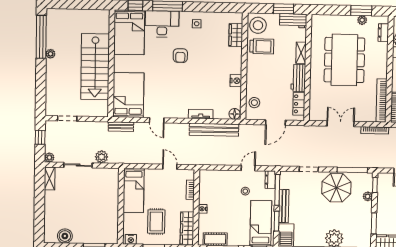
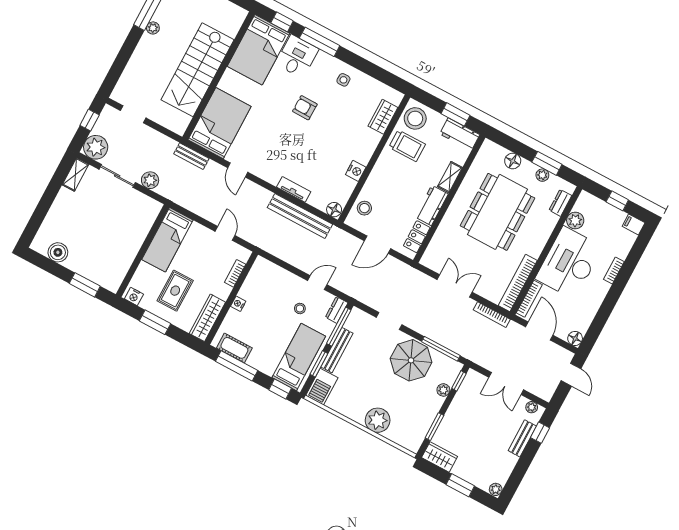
floor lamp: (338, 21) -> (513, 161), added
desk: (162, 24) -> (297, 56), width x0.73
armchair: (180, 56) -> (305, 108), turned 91
plant: (49, 157) -> (96, 147), width x1.88, depth x1.88

